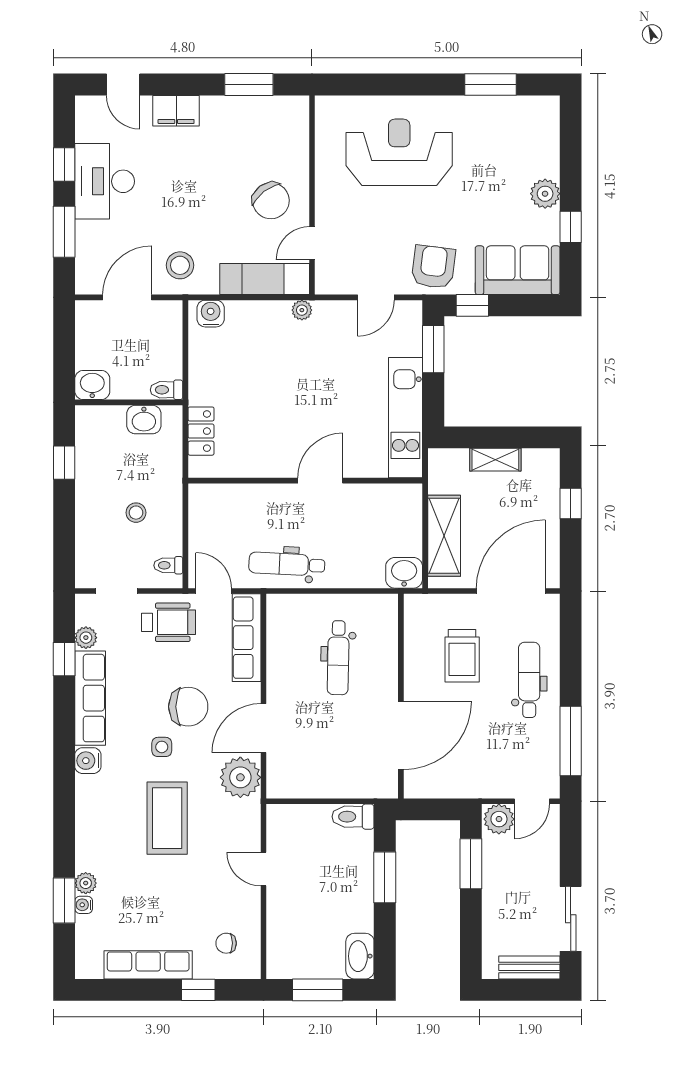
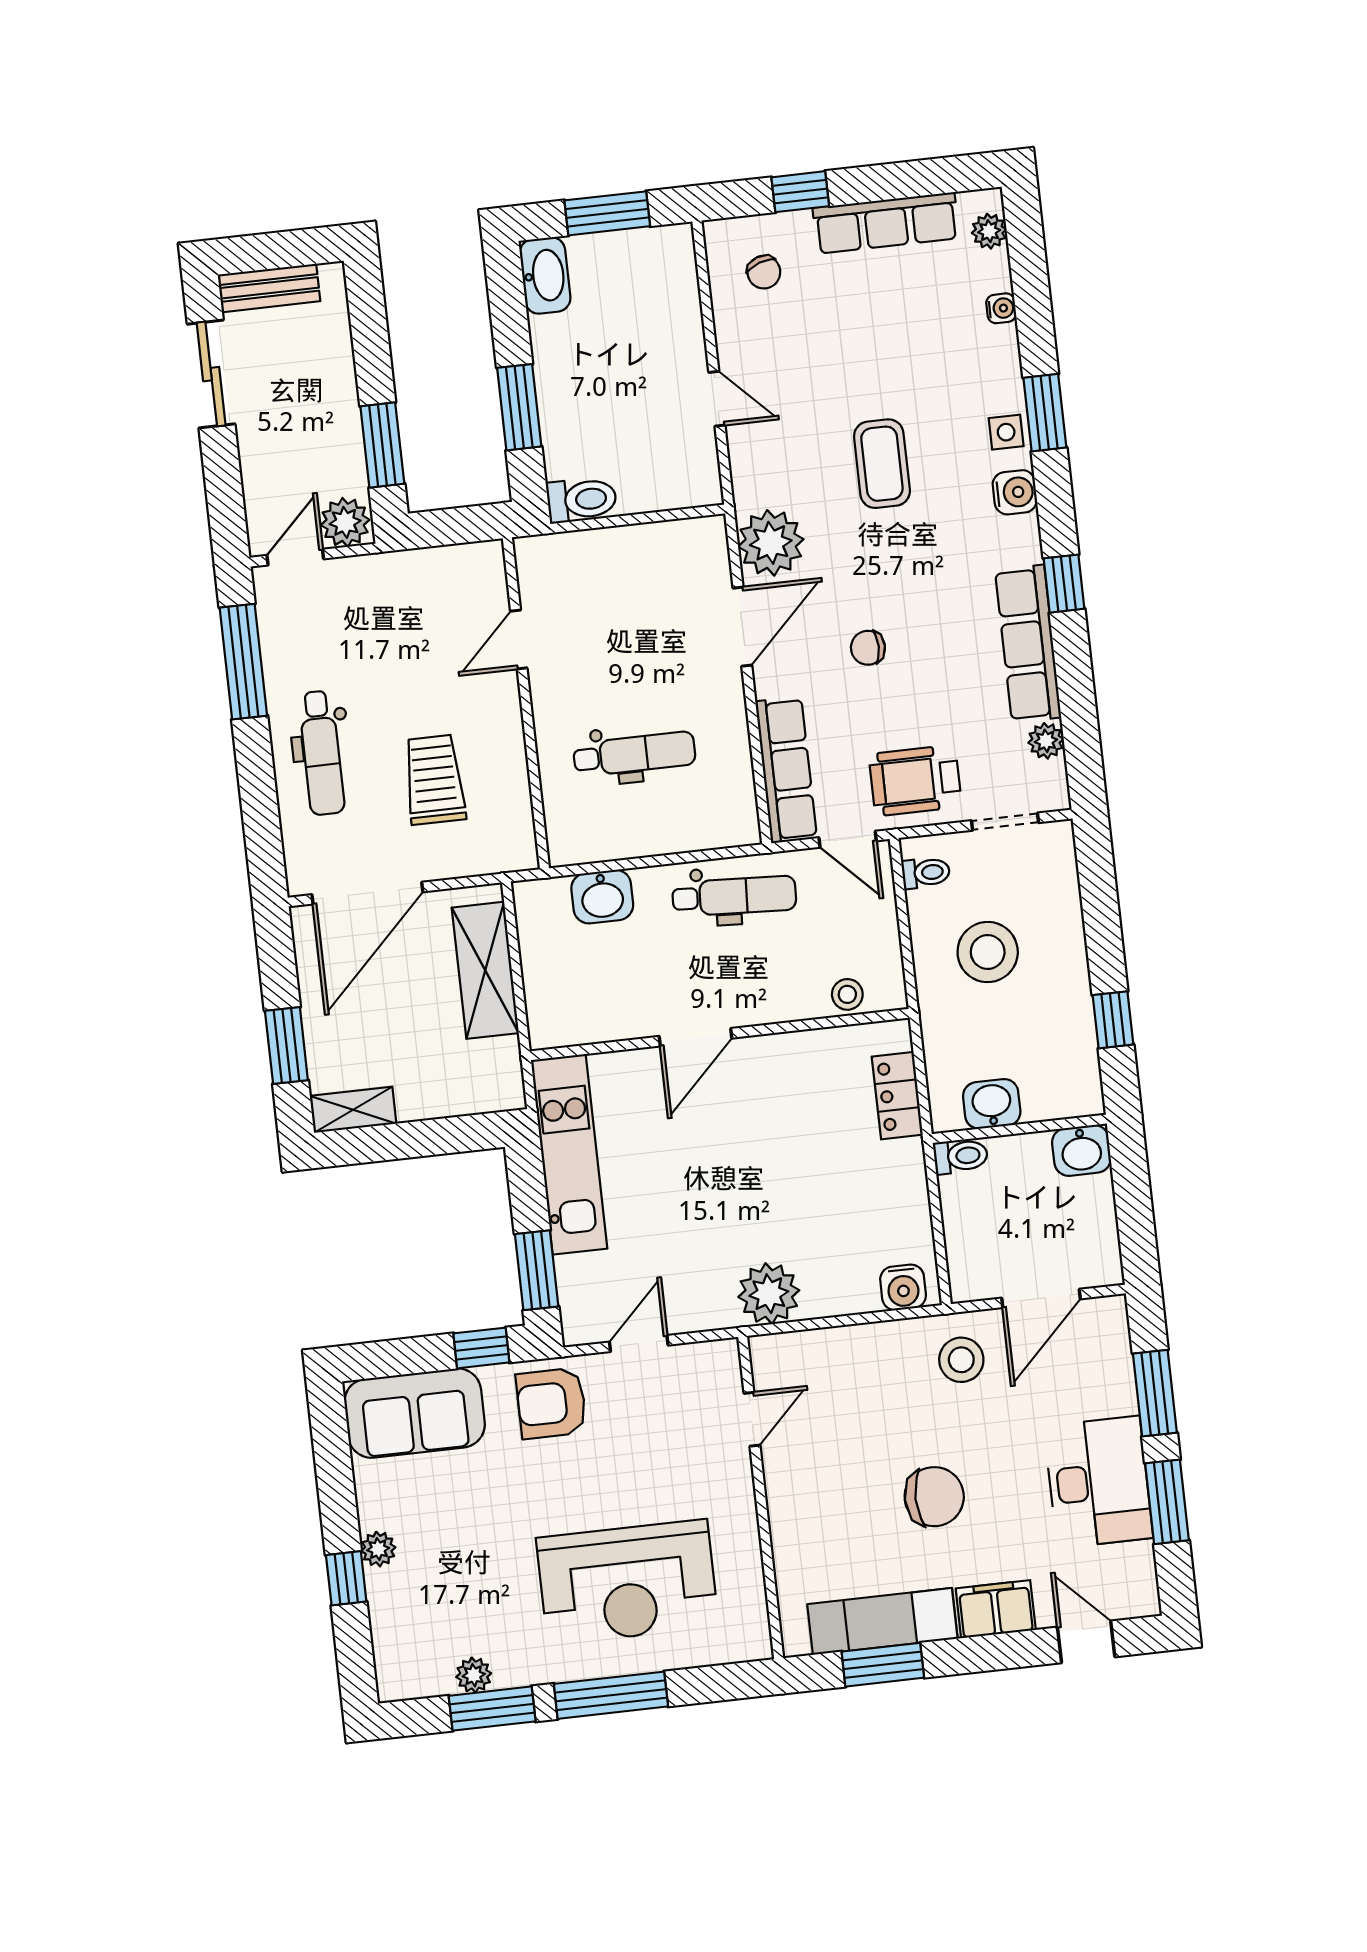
window: (417, 84) -> (611, 1695), added
plant: (499, 106) -> (474, 1675), added
window: (64, 165) -> (1167, 1502), width x1.50
plant: (545, 194) -> (378, 1549), width x0.73, depth x0.73
chair: (271, 201) -> (934, 1497), moved, turned 127
window: (571, 227) -> (346, 1578), moved
armchair: (433, 267) -> (551, 1403), turned 83
exam couch: (265, 279) -> (882, 1621), moved, turned 180
plant: (302, 310) -> (769, 1294), width x1.88, depth x1.88
shelving: (495, 460) -> (353, 1110), moved
stool: (225, 496) -> (847, 994), added
window: (571, 504) -> (286, 1046), width x1.50
stool: (136, 513) -> (988, 952), width x1.89, depth x1.89
washbasin: (404, 573) -> (602, 897), moved
dental chair: (338, 658) -> (634, 754), turned 89
window: (64, 659) -> (1064, 584), moved
chair: (188, 707) -> (868, 648), width x0.54, depth x0.54
door: (401, 736) -> (519, 640), width x0.53
side table: (162, 747) -> (1006, 432), moved
water cooler: (88, 761) -> (1015, 492), moved
coffee table: (167, 818) -> (882, 464), width x0.73, depth x0.76
plant: (86, 883) -> (989, 231), moved
window: (64, 901) -> (1045, 413), moved
chair: (226, 943) -> (764, 272), turned 71

